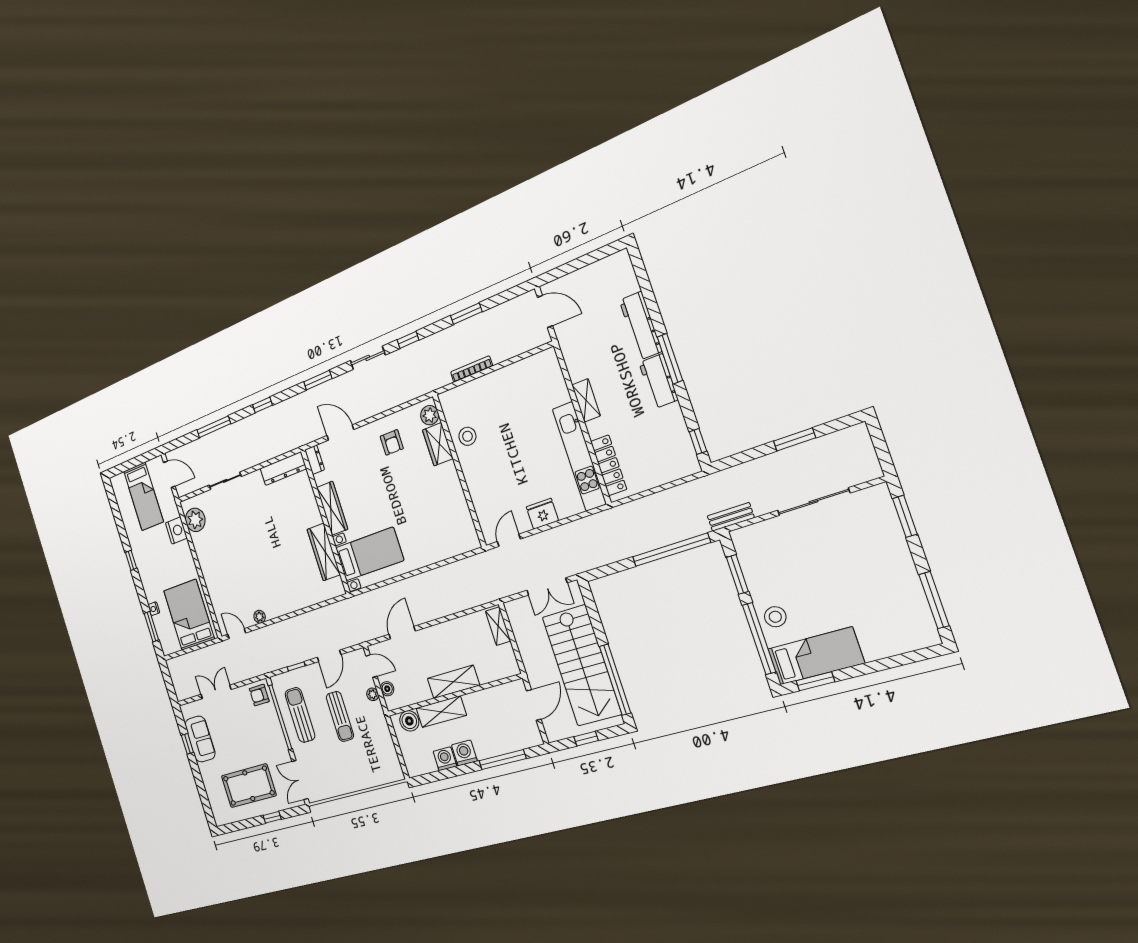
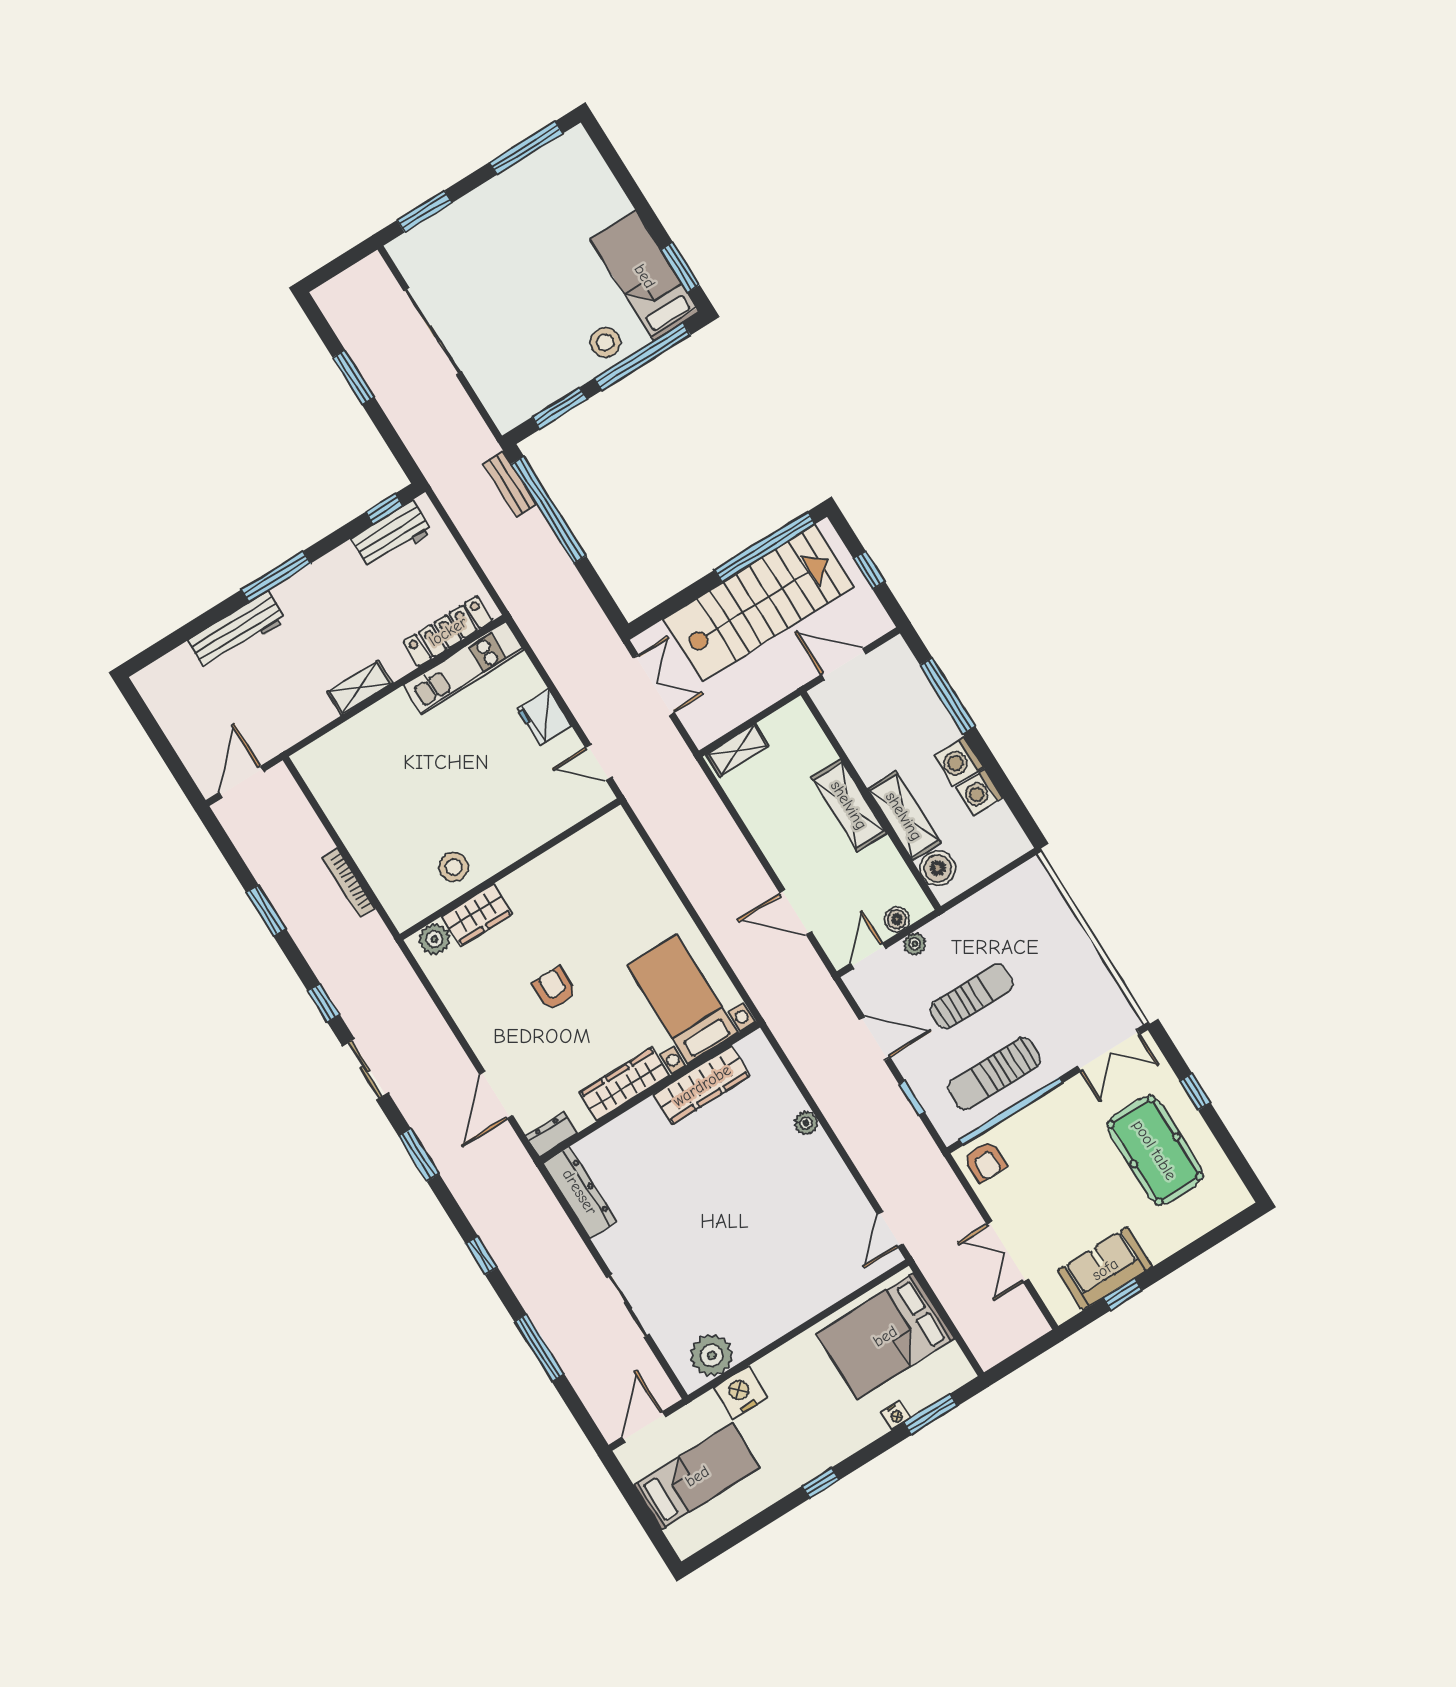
workbench: (659, 381) -> (392, 535), moved
armchair: (392, 442) -> (555, 988), moved, turned -90
kitchen unit: (579, 456) -> (464, 667), width x0.73
bench: (731, 517) -> (510, 484), moved
plant: (260, 617) -> (806, 1123), moved

